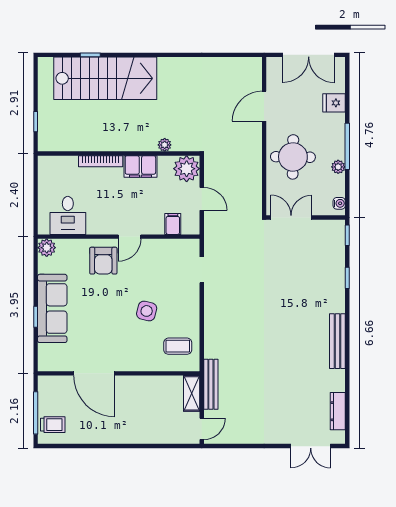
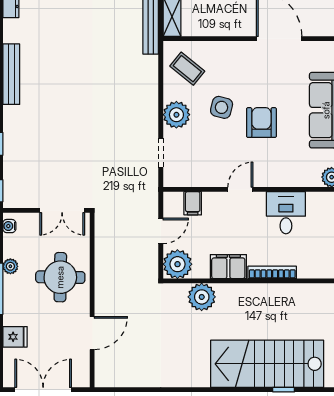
plant: (165, 145) -> (202, 297), width x1.87, depth x1.87
door: (202, 199) -> (161, 231), swing flipped
desk: (68, 215) -> (286, 213), moved
armchair: (103, 261) -> (261, 123), moved
plant: (188, 304) -> (176, 115), added
coffee table: (178, 346) -> (187, 69), turned 39

